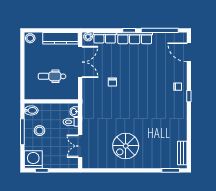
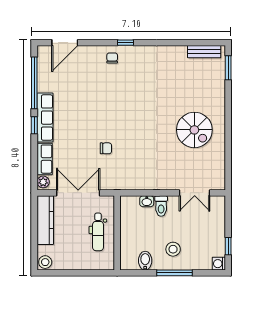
wall: (51, 101) -> (117, 233), moved
washing machine: (33, 159) -> (219, 264), width x0.53, depth x0.53

